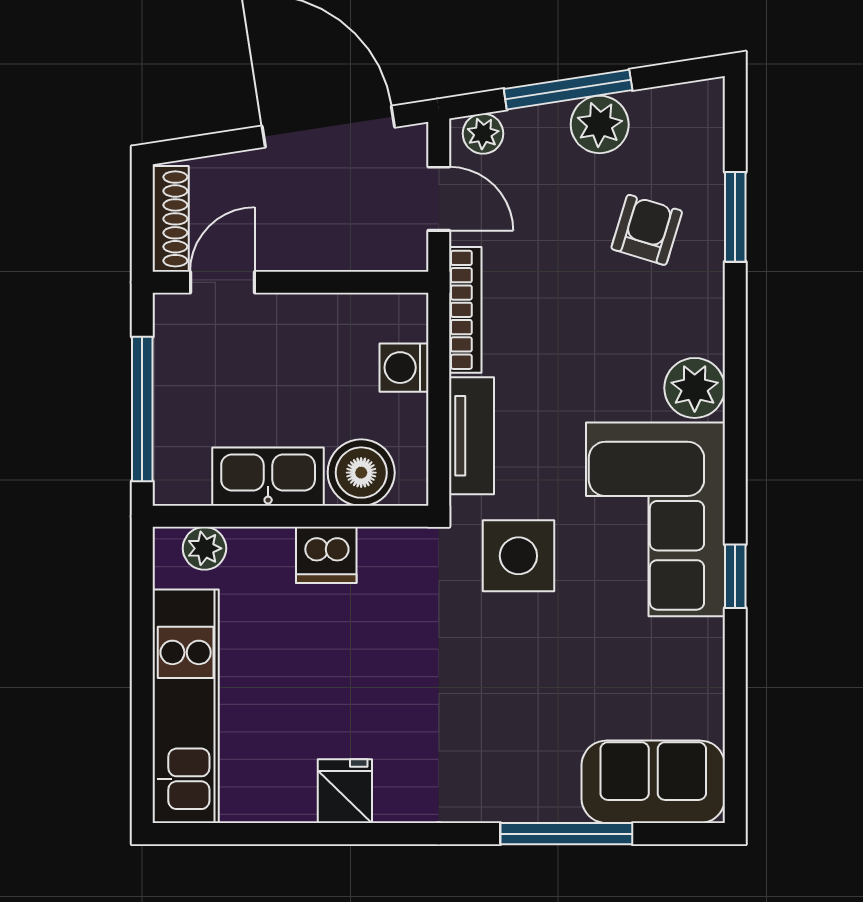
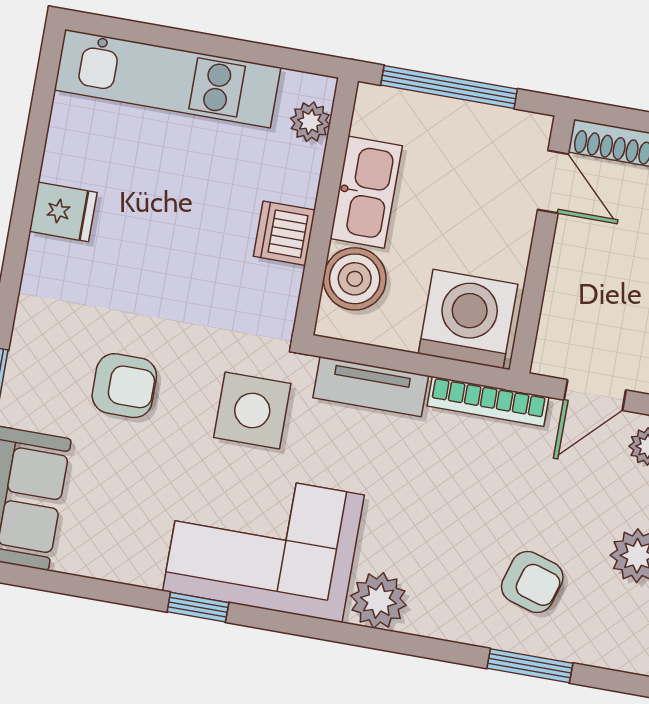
washing machine: (404, 368) -> (468, 319), width x1.89, depth x1.89
armchair: (516, 695) -> (124, 386), added

